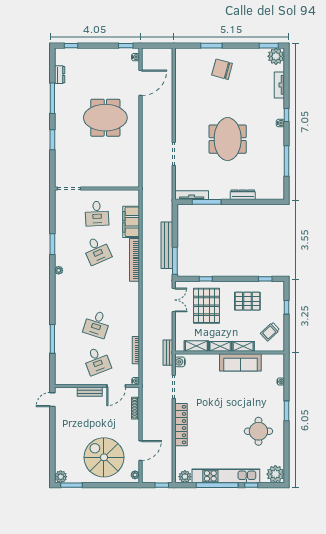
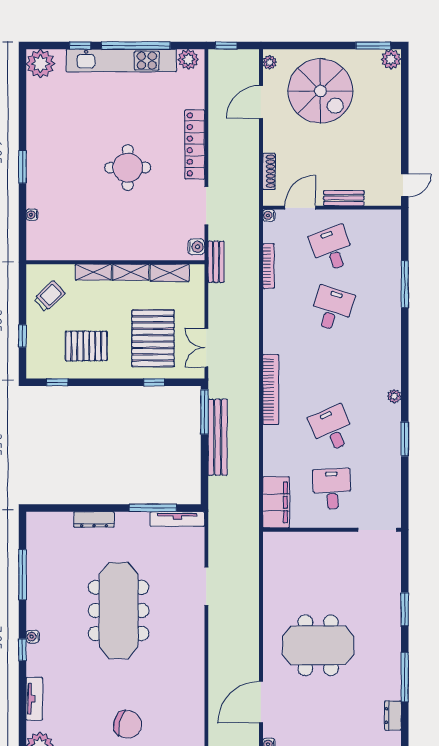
meeting table: (228, 139) -> (119, 610), width x1.36
filing cabinet: (131, 222) -> (276, 502), moved
bookcase: (134, 260) -> (271, 389), moved
sofa: (240, 362) -> (98, 246), removed
round table: (258, 431) -> (128, 168), moved

